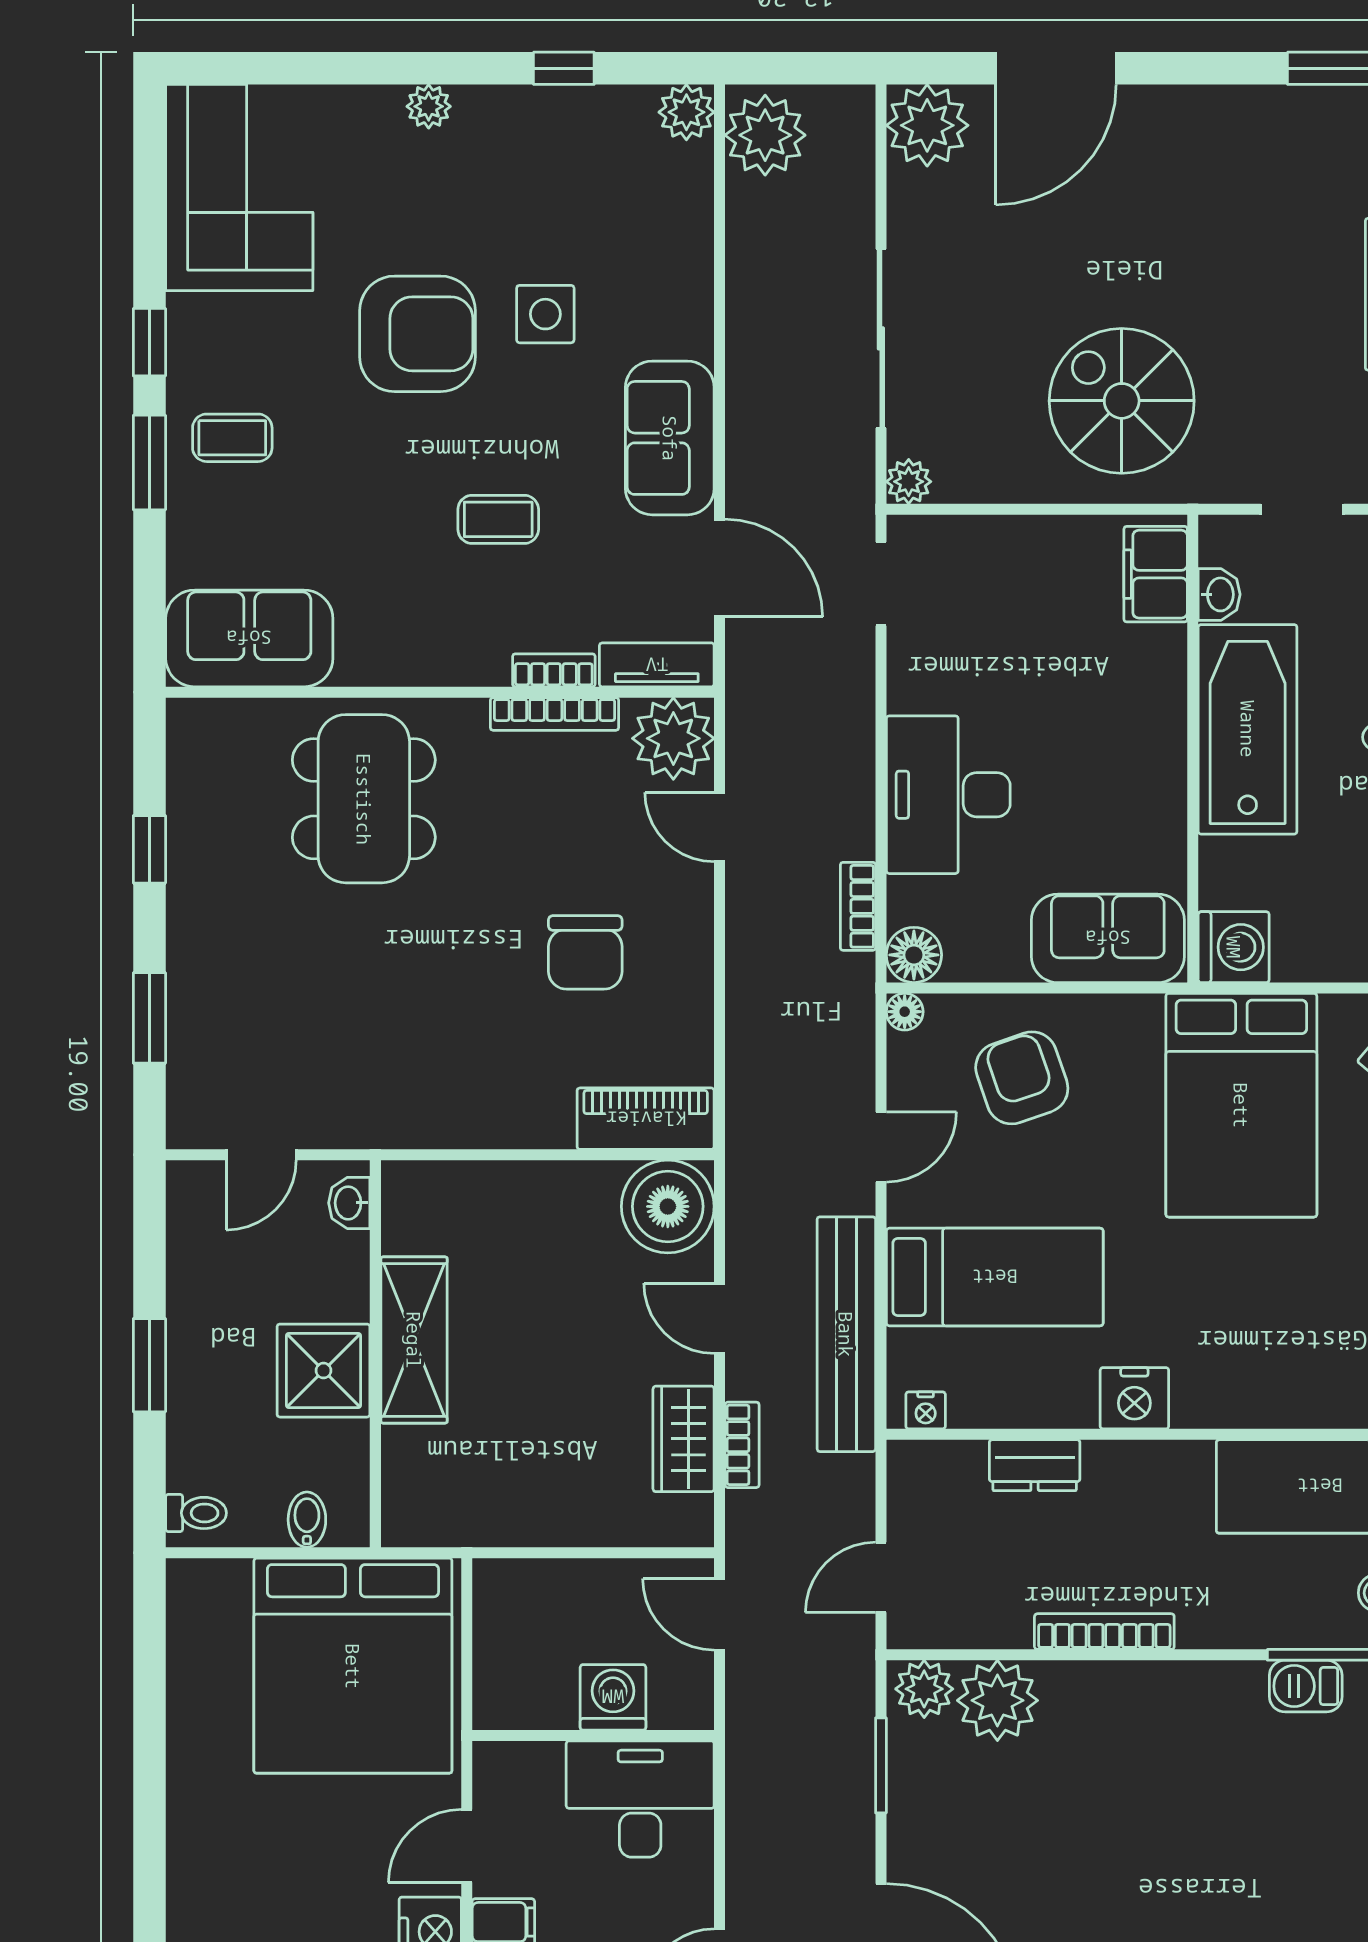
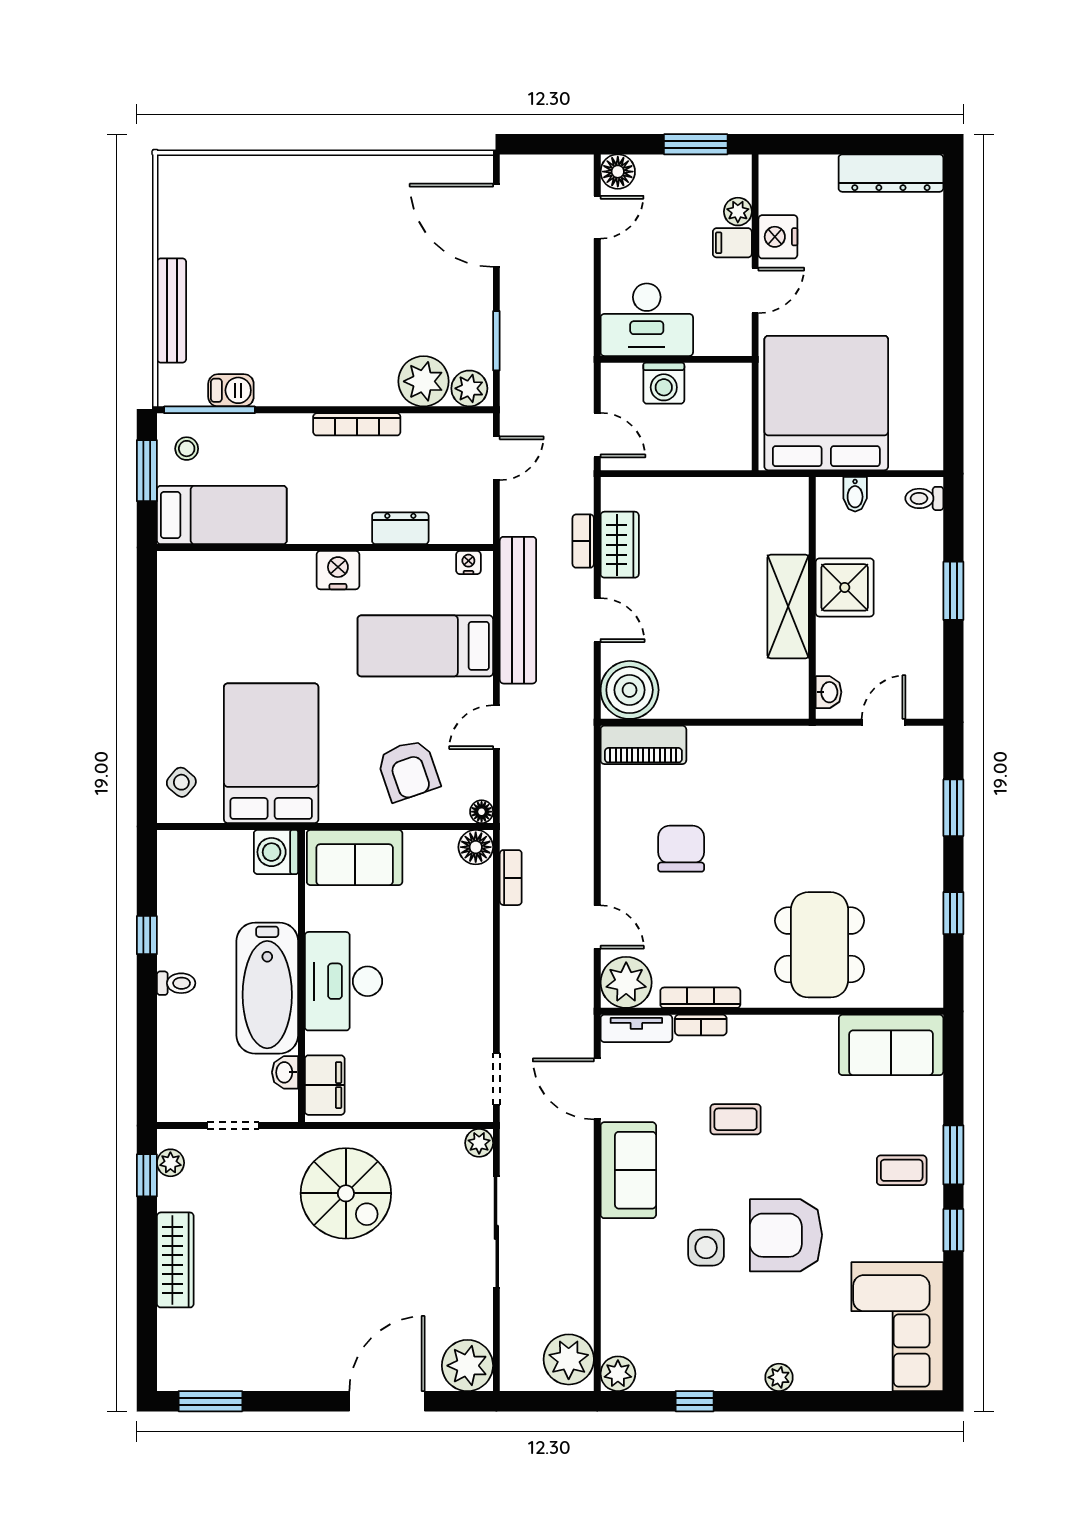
desk: (948, 795) -> (344, 981), moved, turned 180

